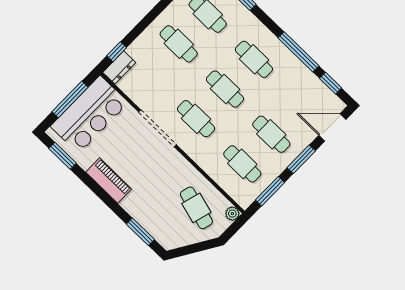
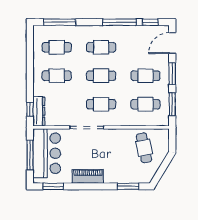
dresser: (119, 67) -> (39, 111), width x1.44
cafe table: (196, 208) -> (144, 148), turned 63
plant: (232, 214) -> (164, 133), removed

